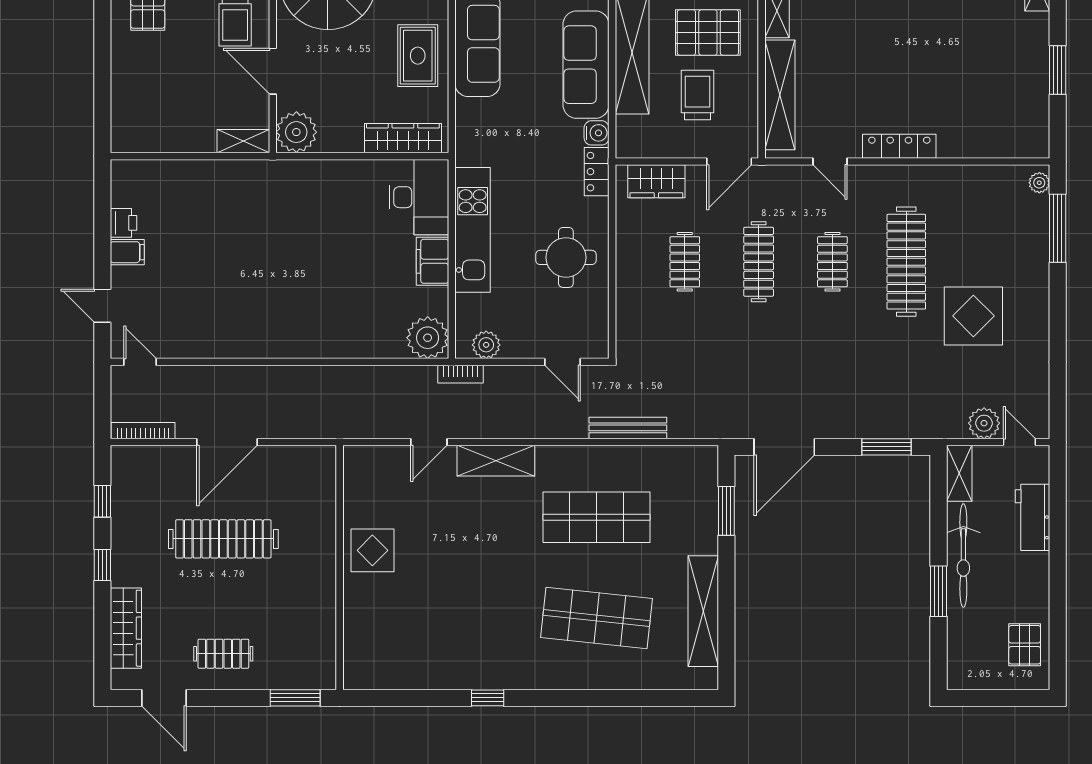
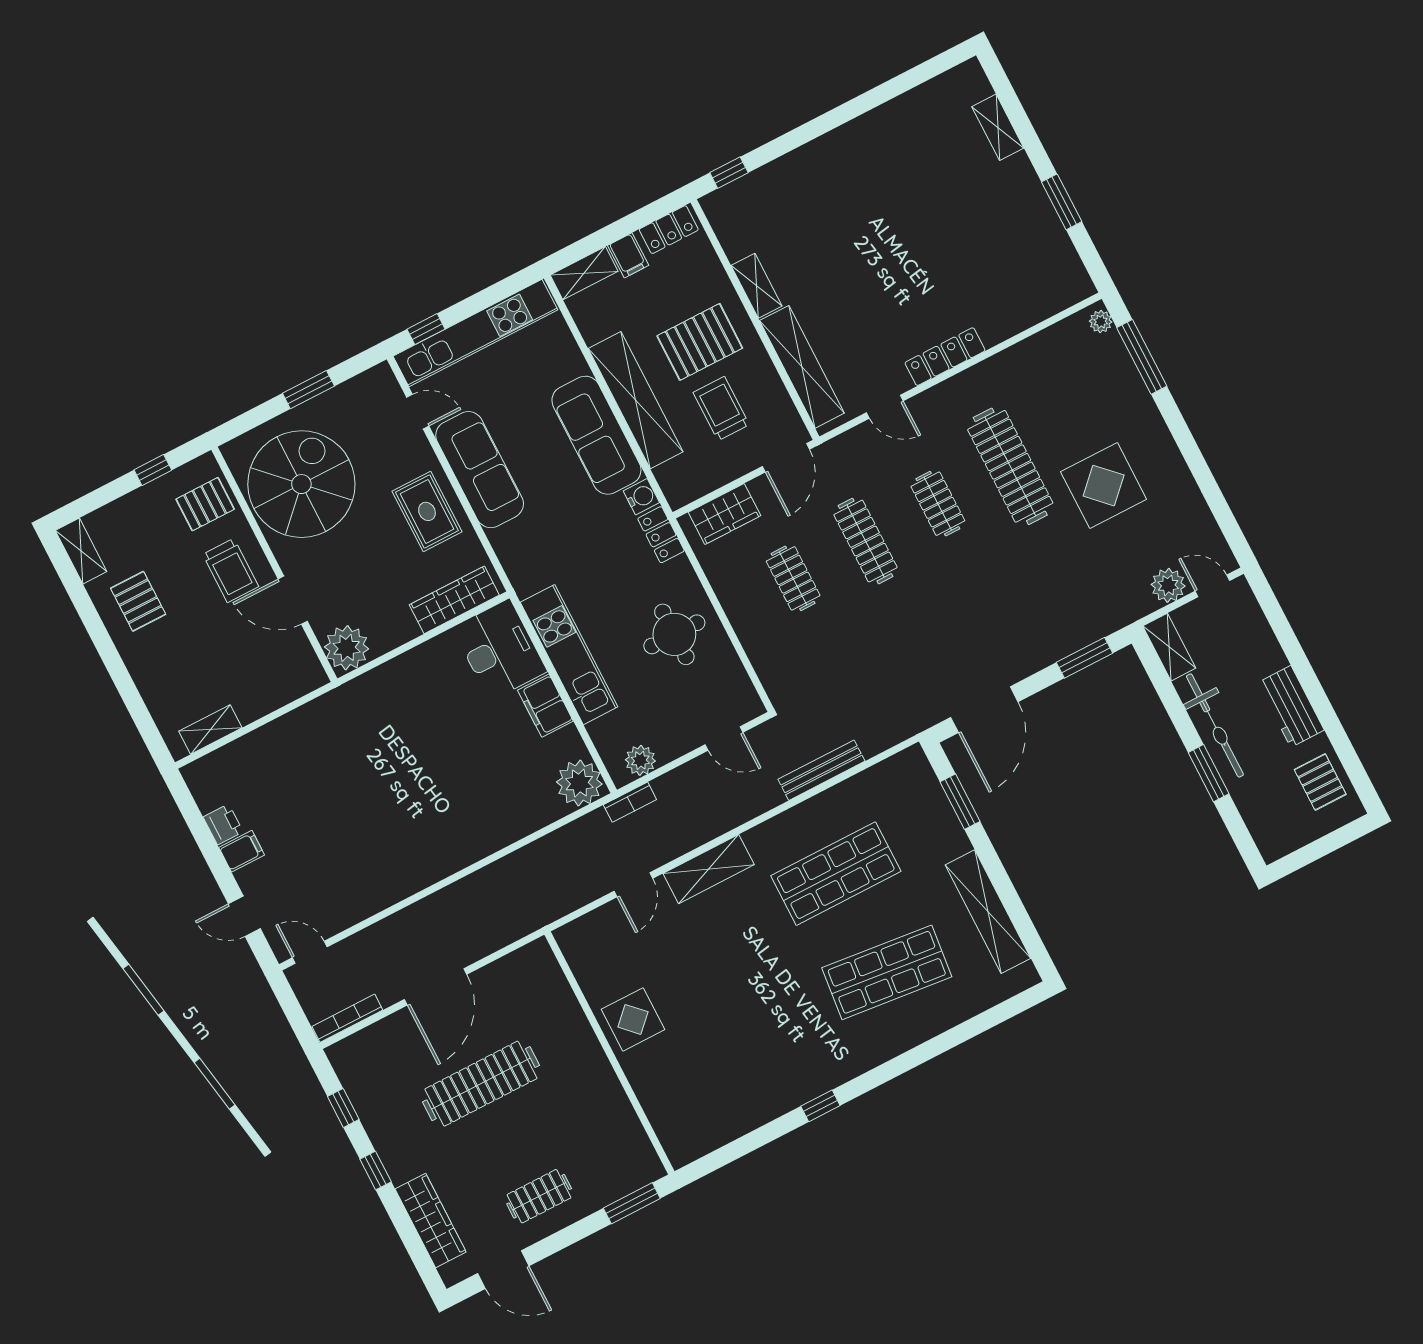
shelving: (243, 141) -> (210, 730), moved
workbench: (1032, 517) -> (1291, 706), moved

